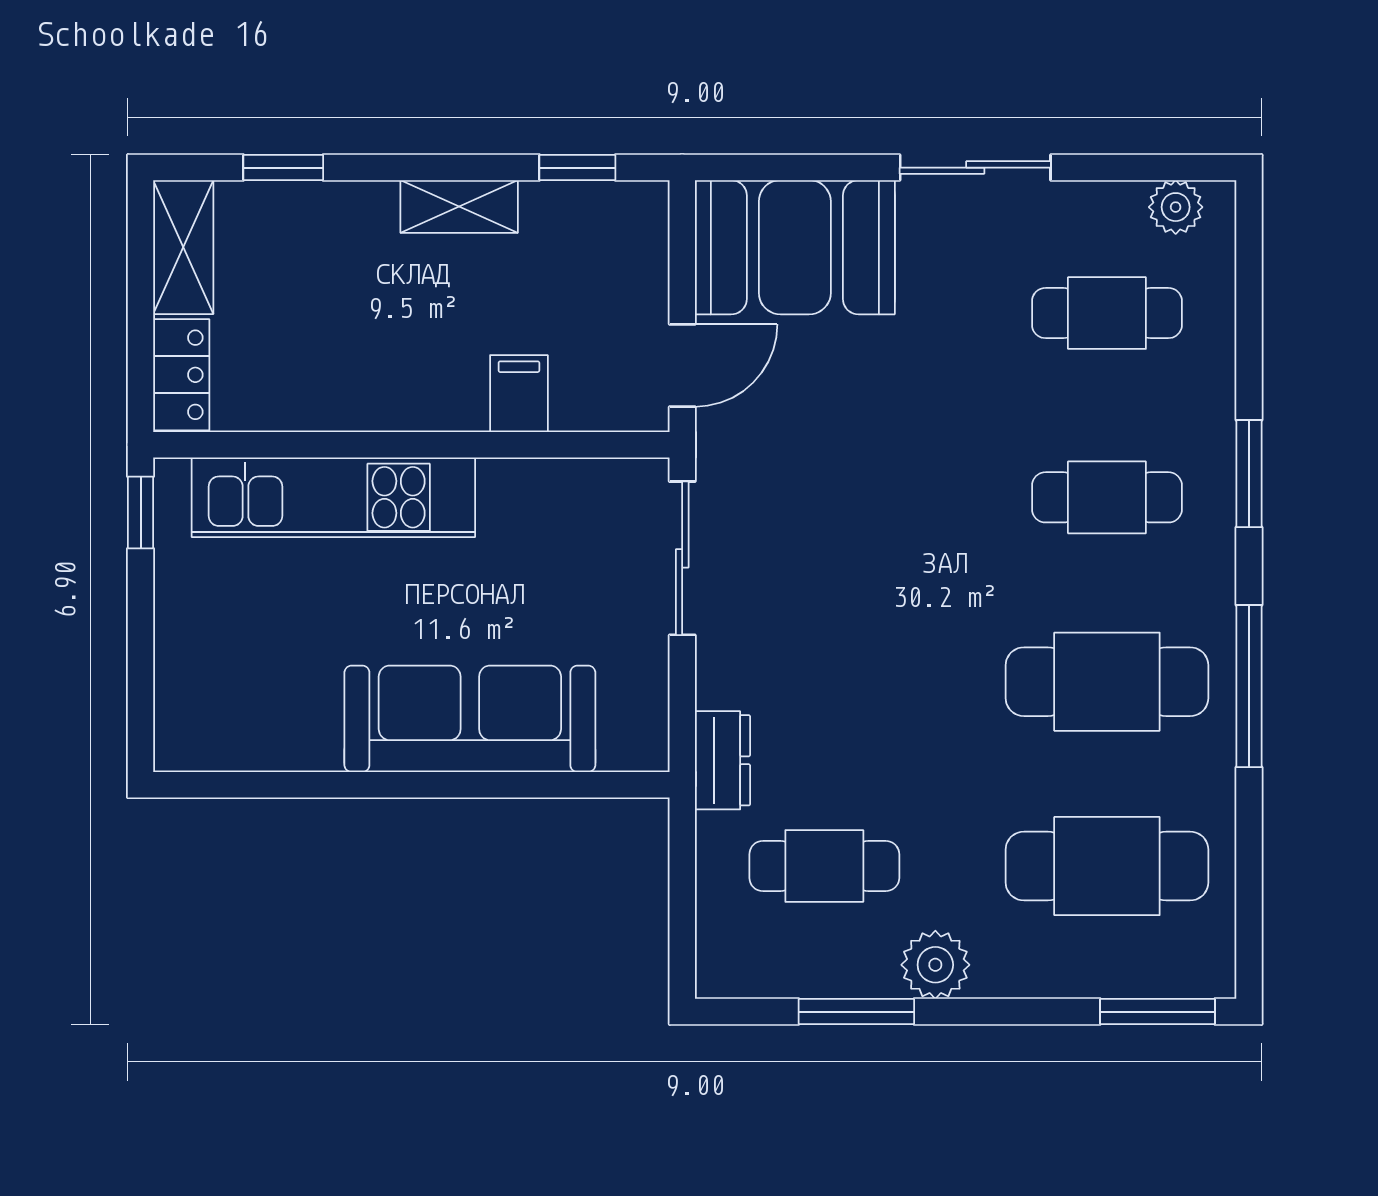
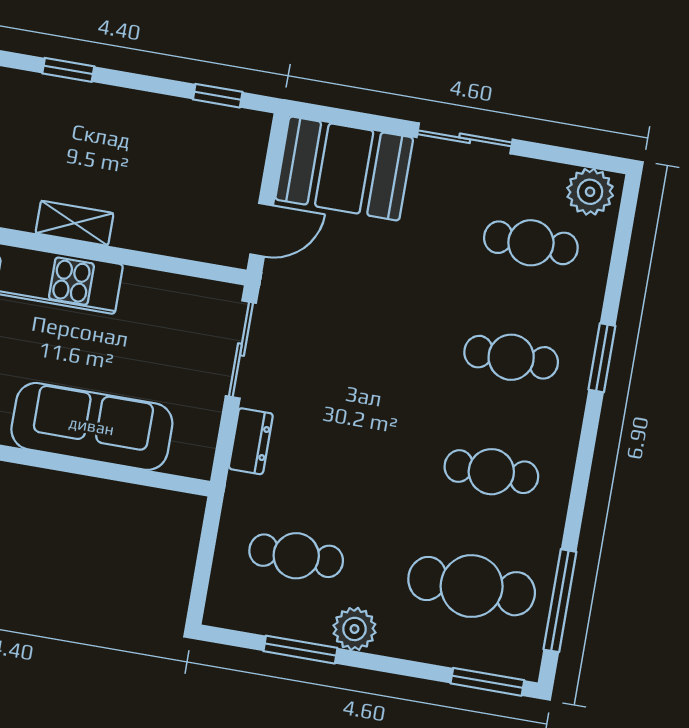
window: (283, 168) -> (68, 70), moved
shelving: (459, 207) -> (74, 223), moved
plant: (1176, 207) -> (590, 192), width x1.38, depth x1.38
filing cabinet: (519, 394) -> (157, 230), removed
cafe table: (1107, 682) -> (491, 472), width x0.73, depth x0.74
window: (1249, 686) -> (560, 601), moved
dresser: (722, 760) -> (251, 441), moved

